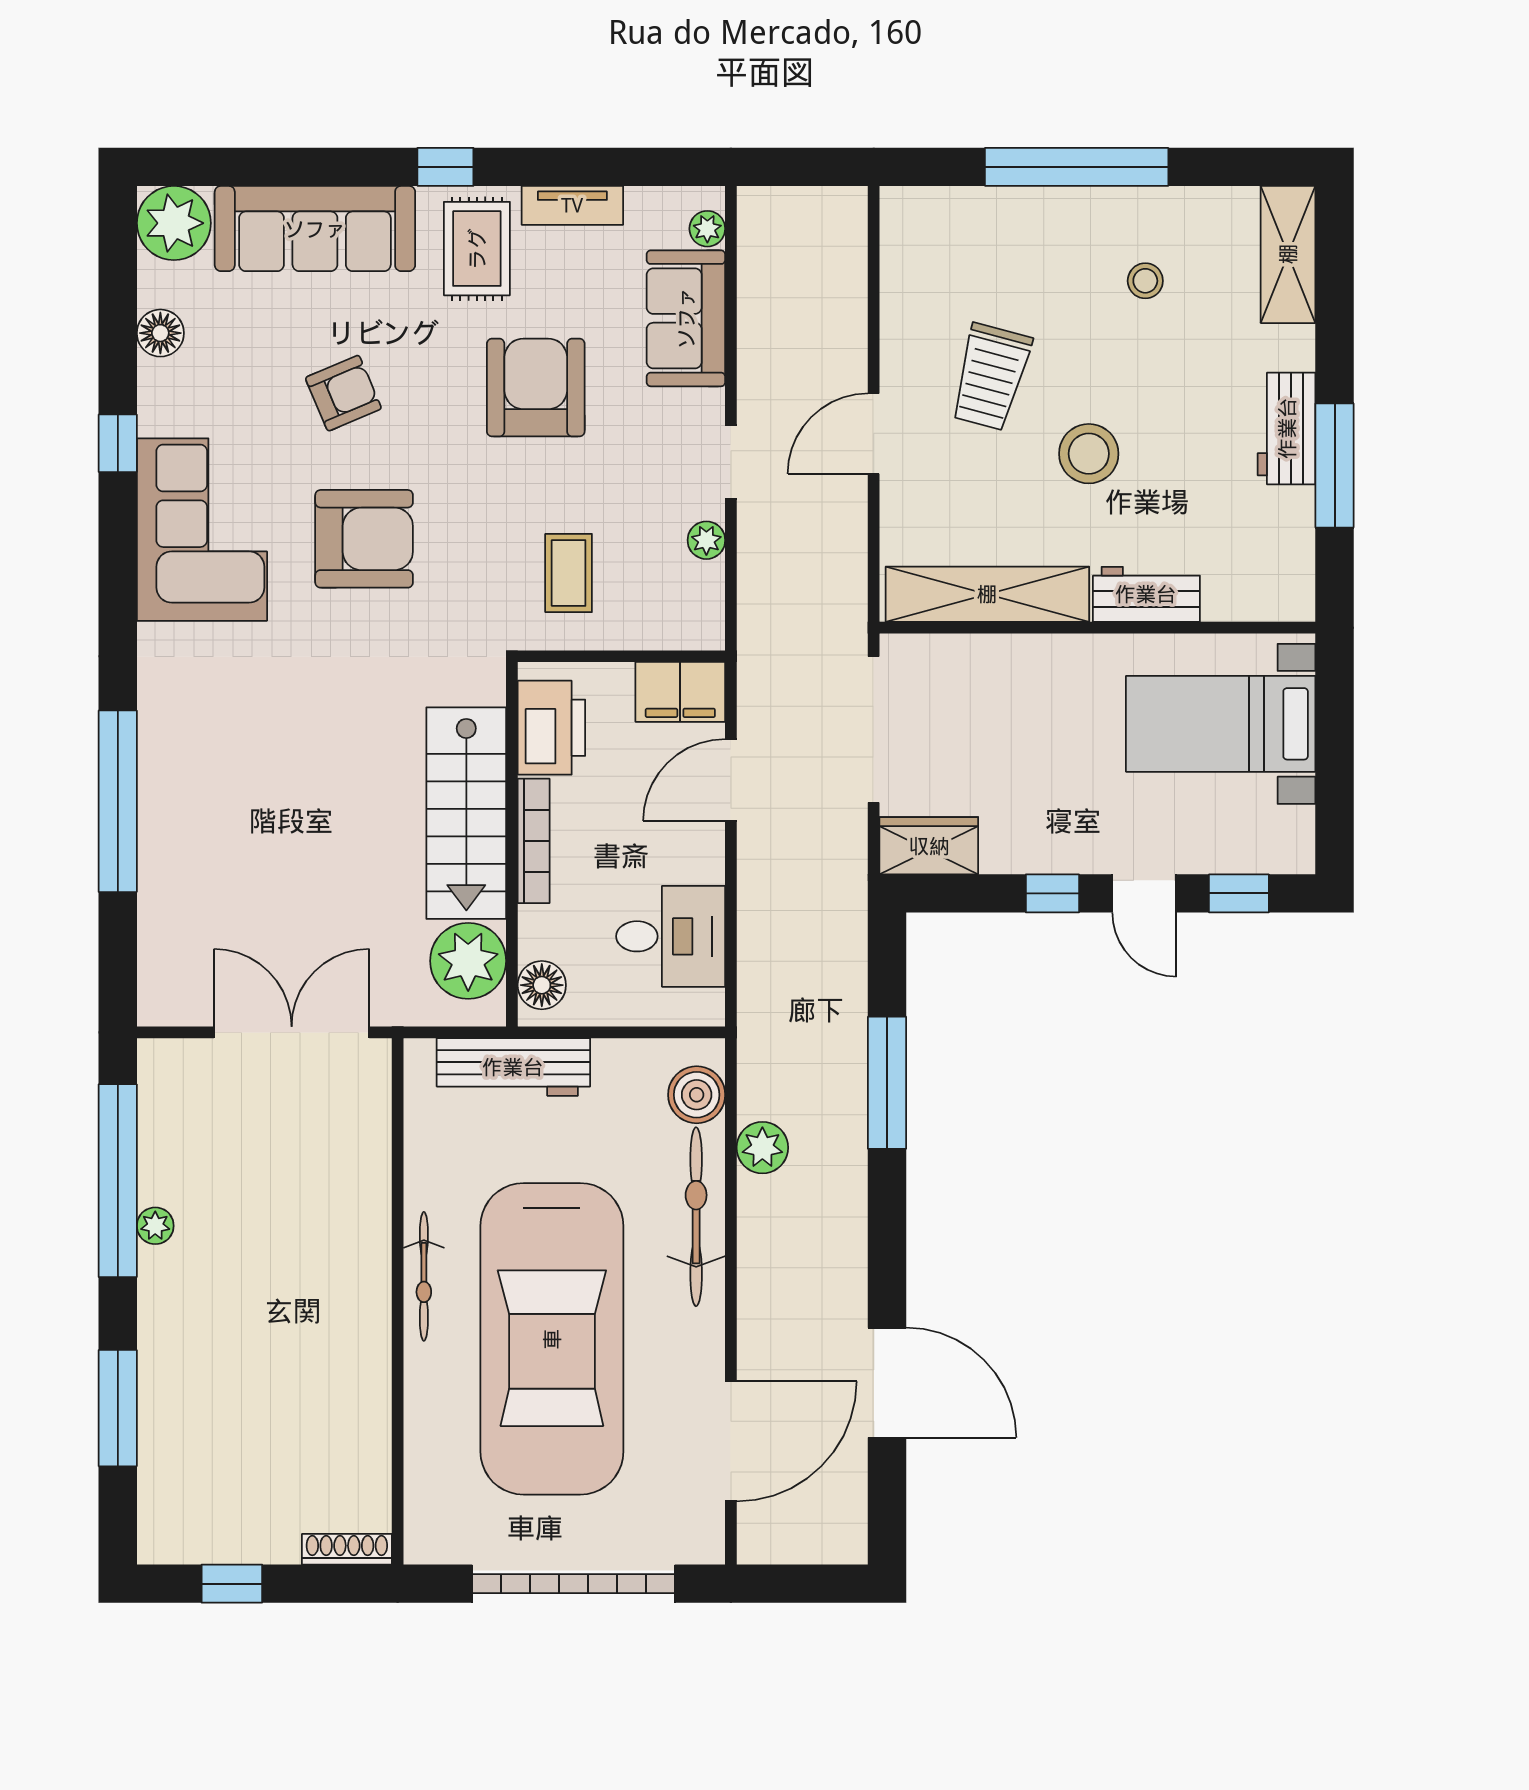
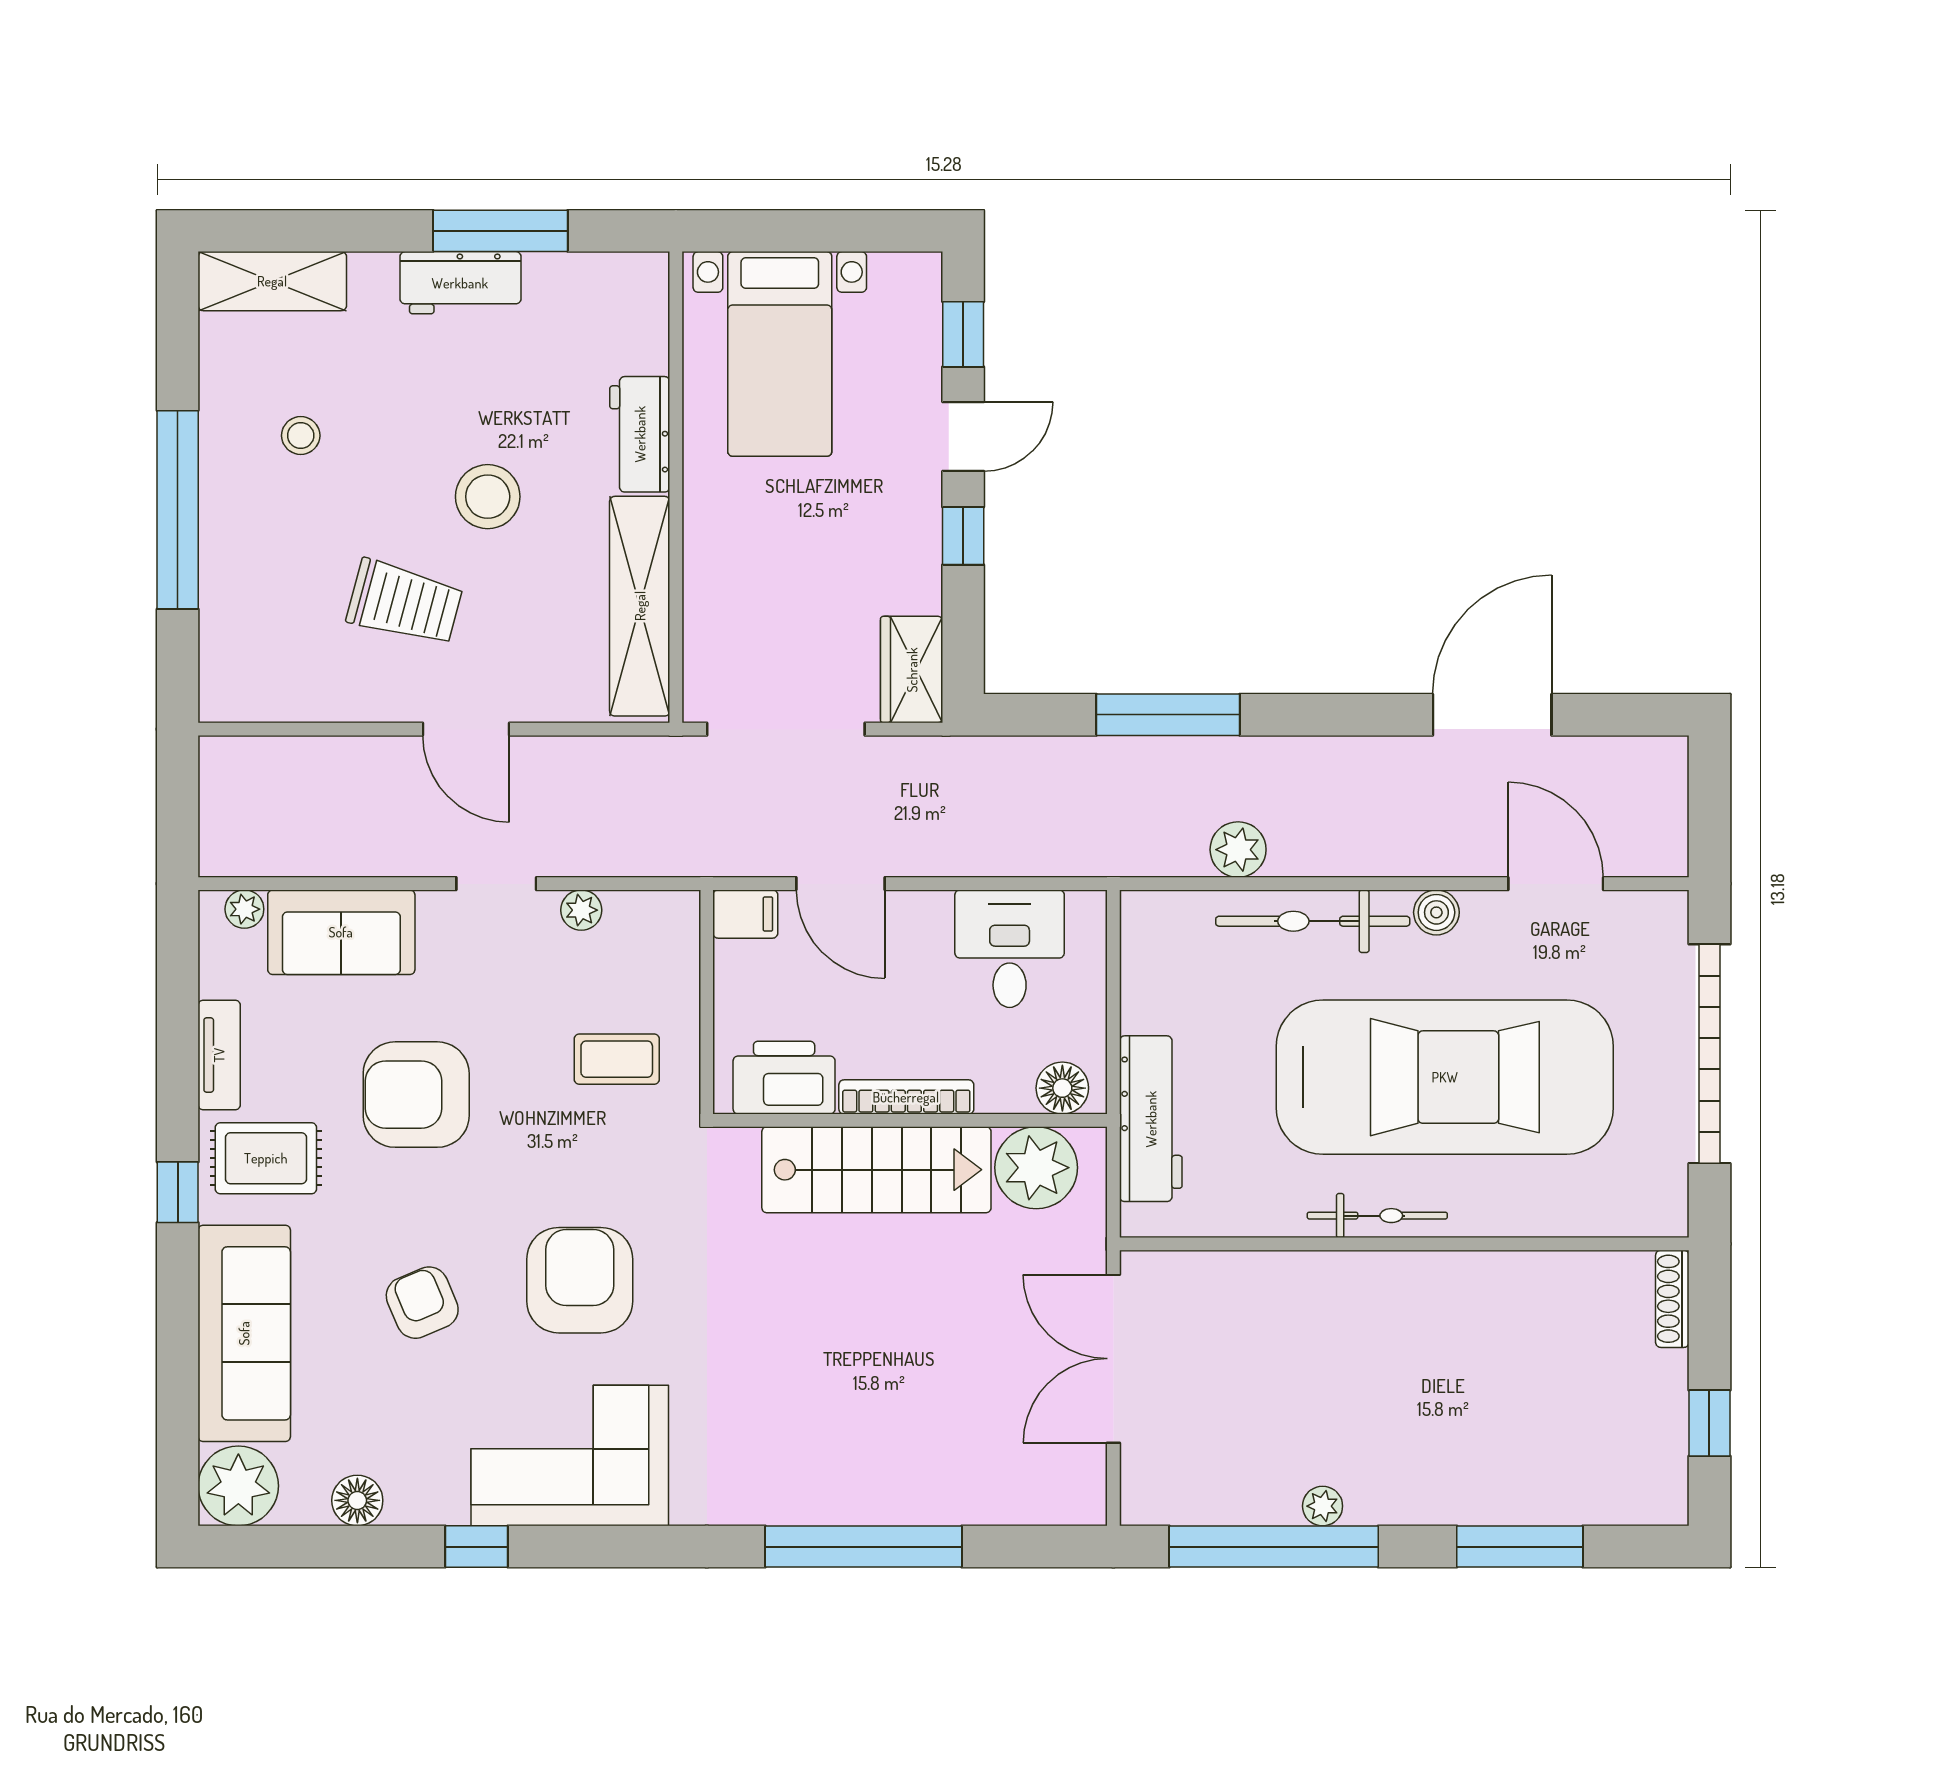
filing cabinet: (680, 692) -> (745, 914), width x0.50
boiler: (697, 1095) -> (1436, 912), moved, width x0.73, depth x0.73
door: (731, 1441) -> (1556, 884), width x0.73

